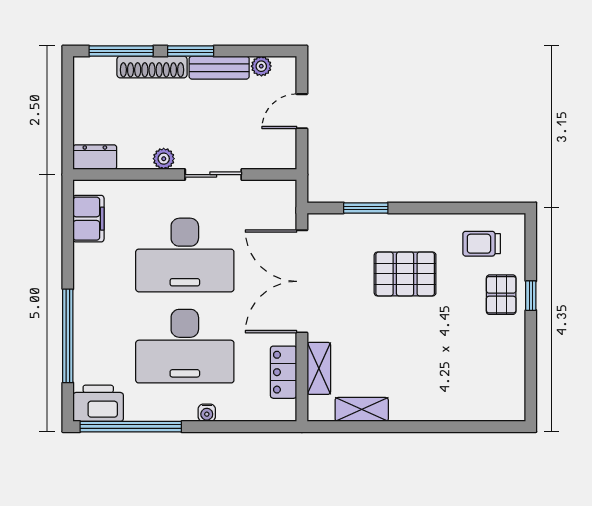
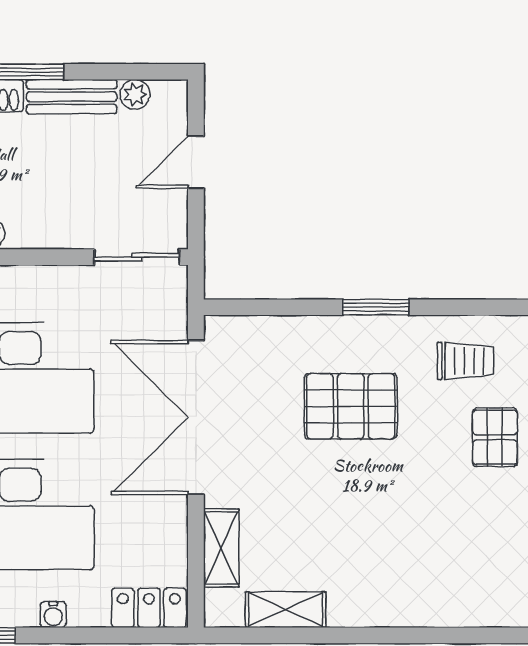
sliding door: (213, 175) -> (137, 257), moved
window: (366, 208) -> (376, 307), moved
trolley: (482, 244) -> (465, 361), turned 180
locker: (284, 372) -> (149, 608), moved, turned 90

